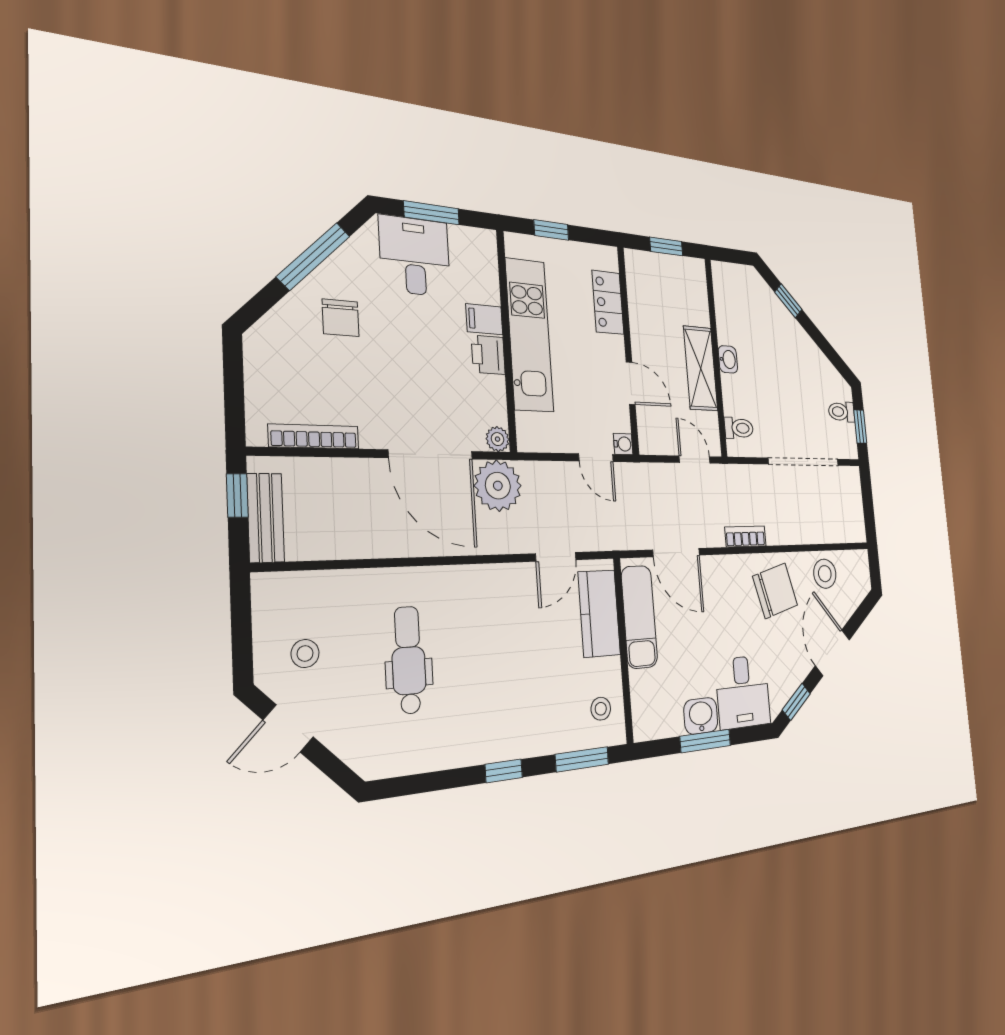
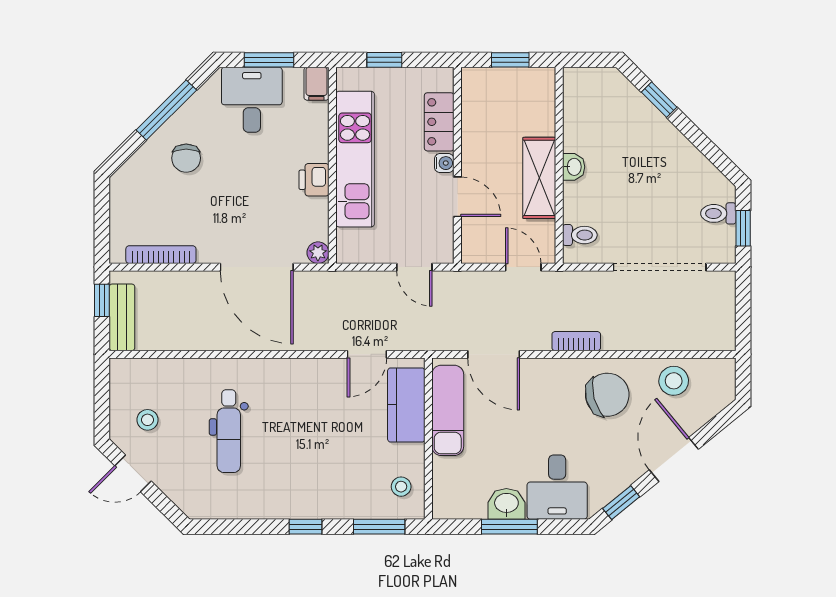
filing cabinet: (484, 319) -> (316, 84), moved, turned -90
water cooler: (623, 444) -> (444, 163), moved
plant: (498, 486) -> (316, 293), removed
dental chair: (409, 660) -> (229, 431), turned 180

